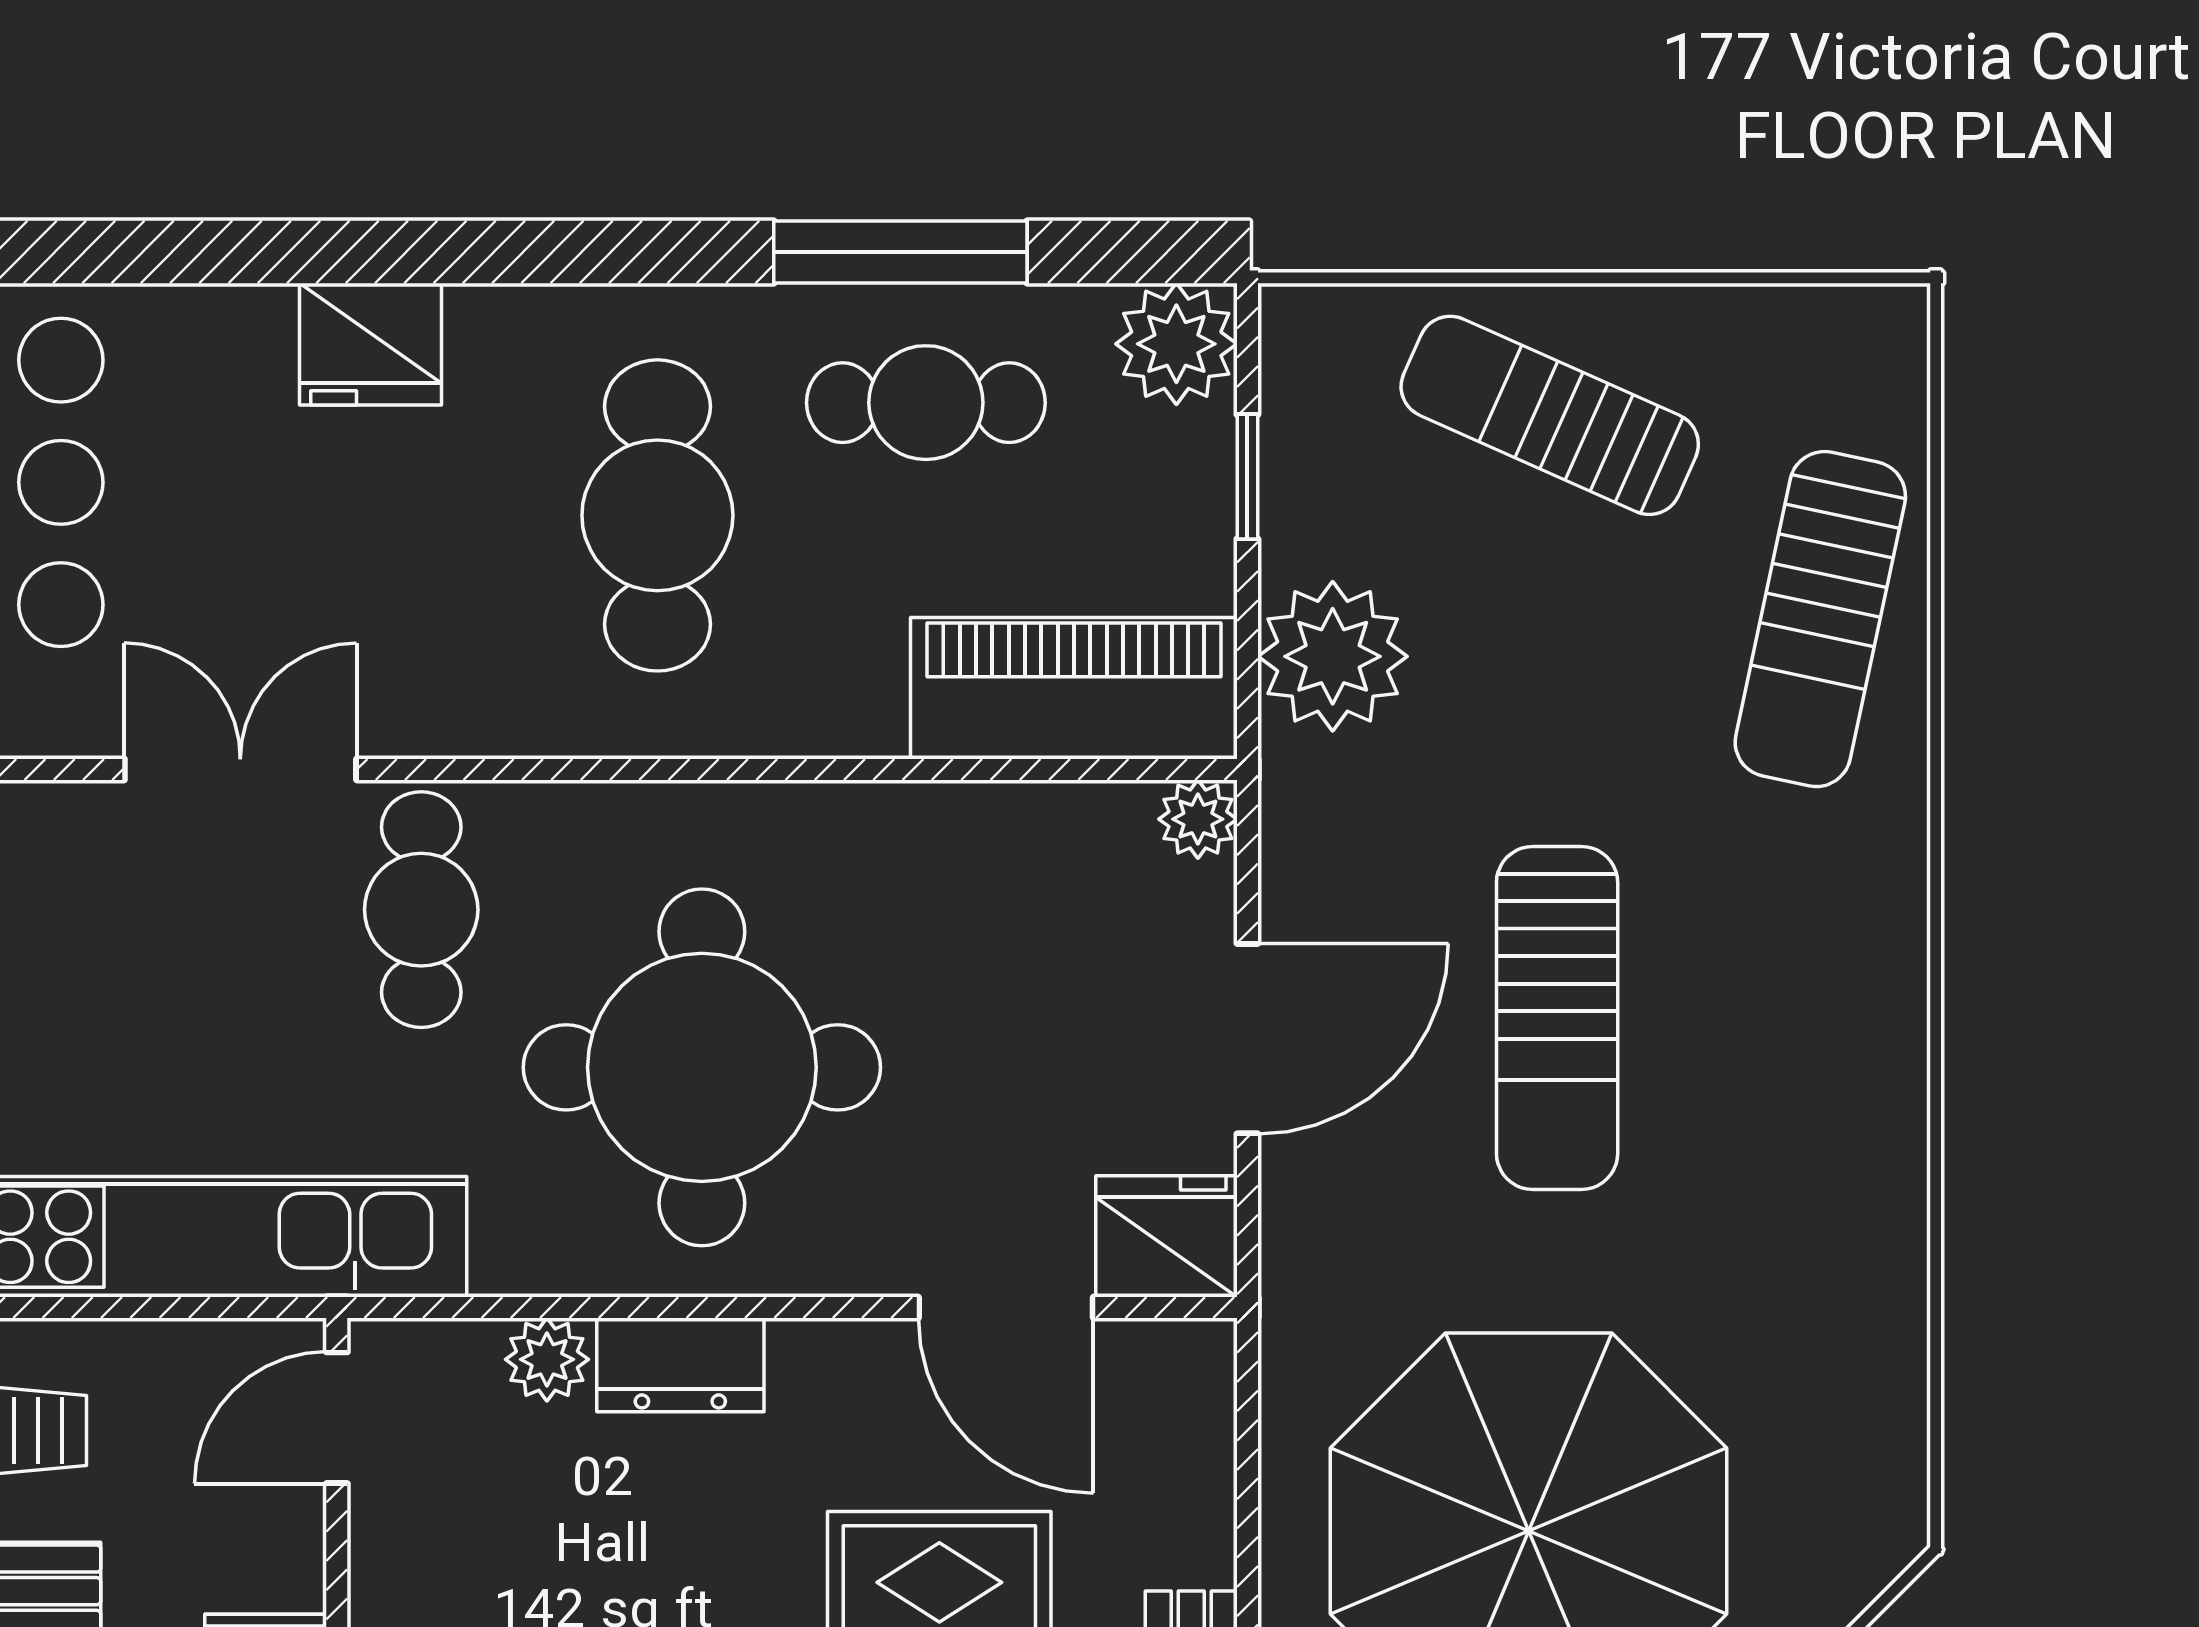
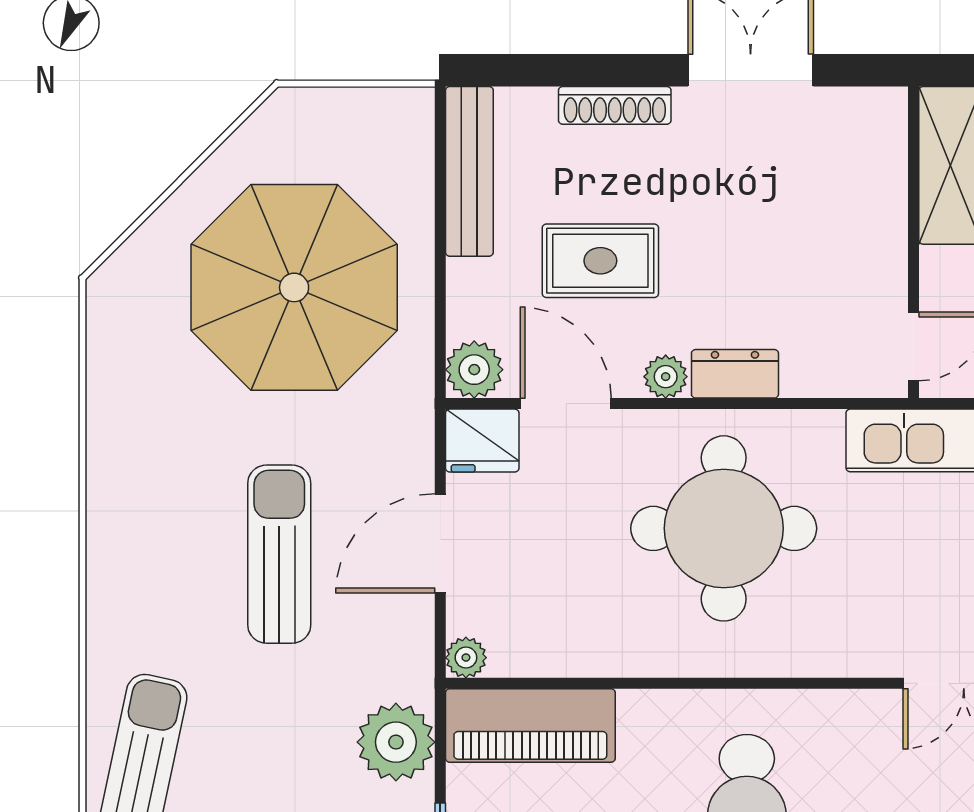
cafe table: (421, 910) -> (870, 610), removed
plant: (547, 1359) -> (666, 377), moved
plant: (1182, 1373) -> (474, 370), added

